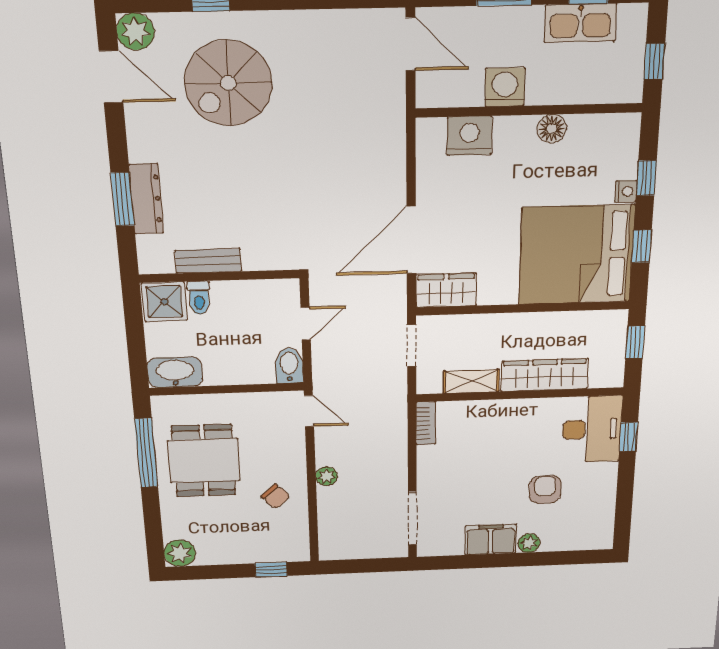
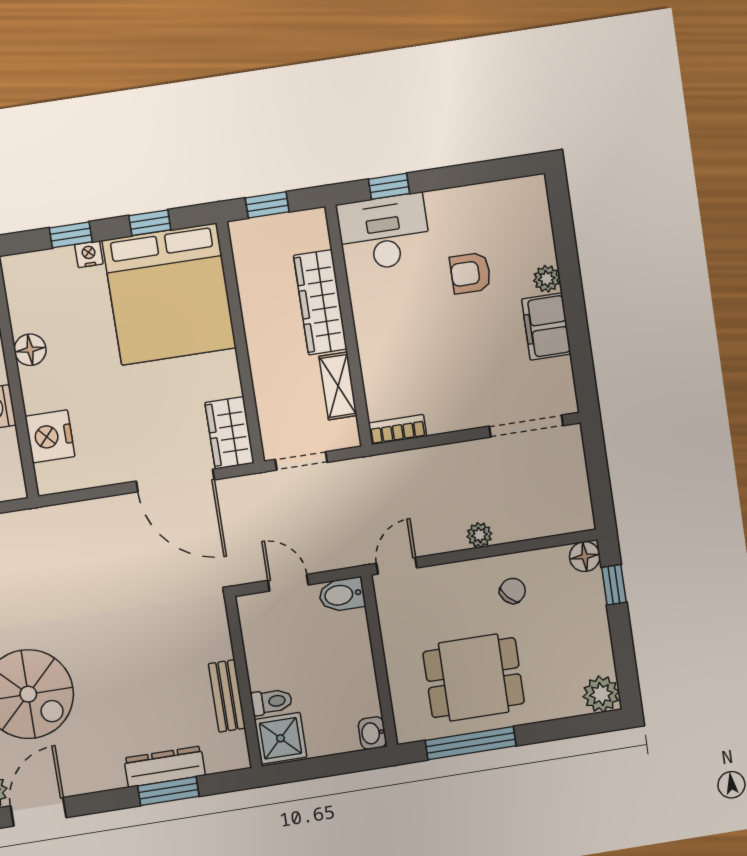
washbasin: (175, 372) -> (372, 733), width x0.52, depth x0.69
floor lamp: (297, 551) -> (585, 557), added

